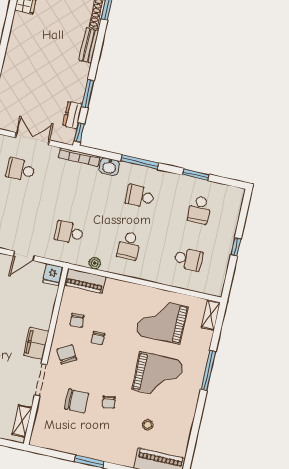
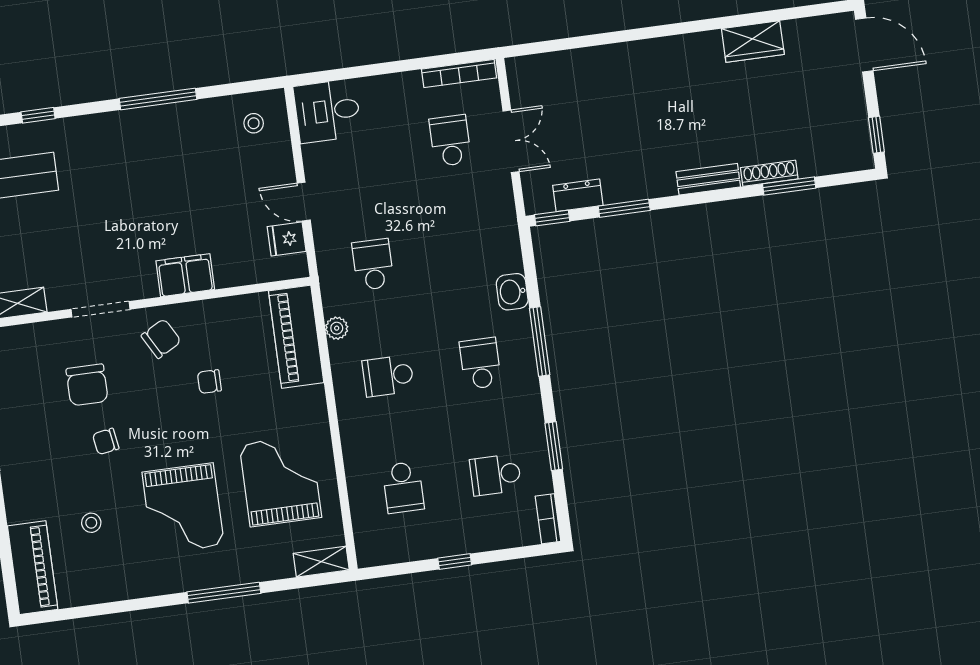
bookcase: (79, 157) -> (548, 519), moved, width x0.64
fridge: (53, 275) -> (287, 239), moved
piano: (85, 281) -> (296, 337), width x1.37, depth x1.33
chair: (77, 320) -> (226, 334), removed
filing cabinet: (36, 343) -> (185, 275), moved

